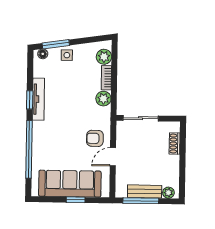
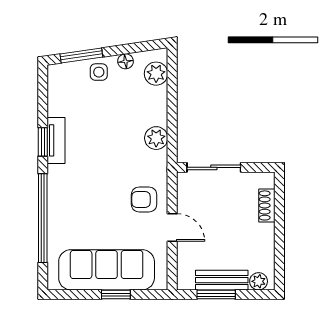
floor lamp: (43, 54) -> (126, 61), moved
bookcase: (106, 78) -> (160, 106), removed
tv unit: (38, 99) -> (56, 140), width x0.71
door: (113, 157) -> (172, 227), swing flipped
window: (141, 201) -> (216, 295), width x0.69

